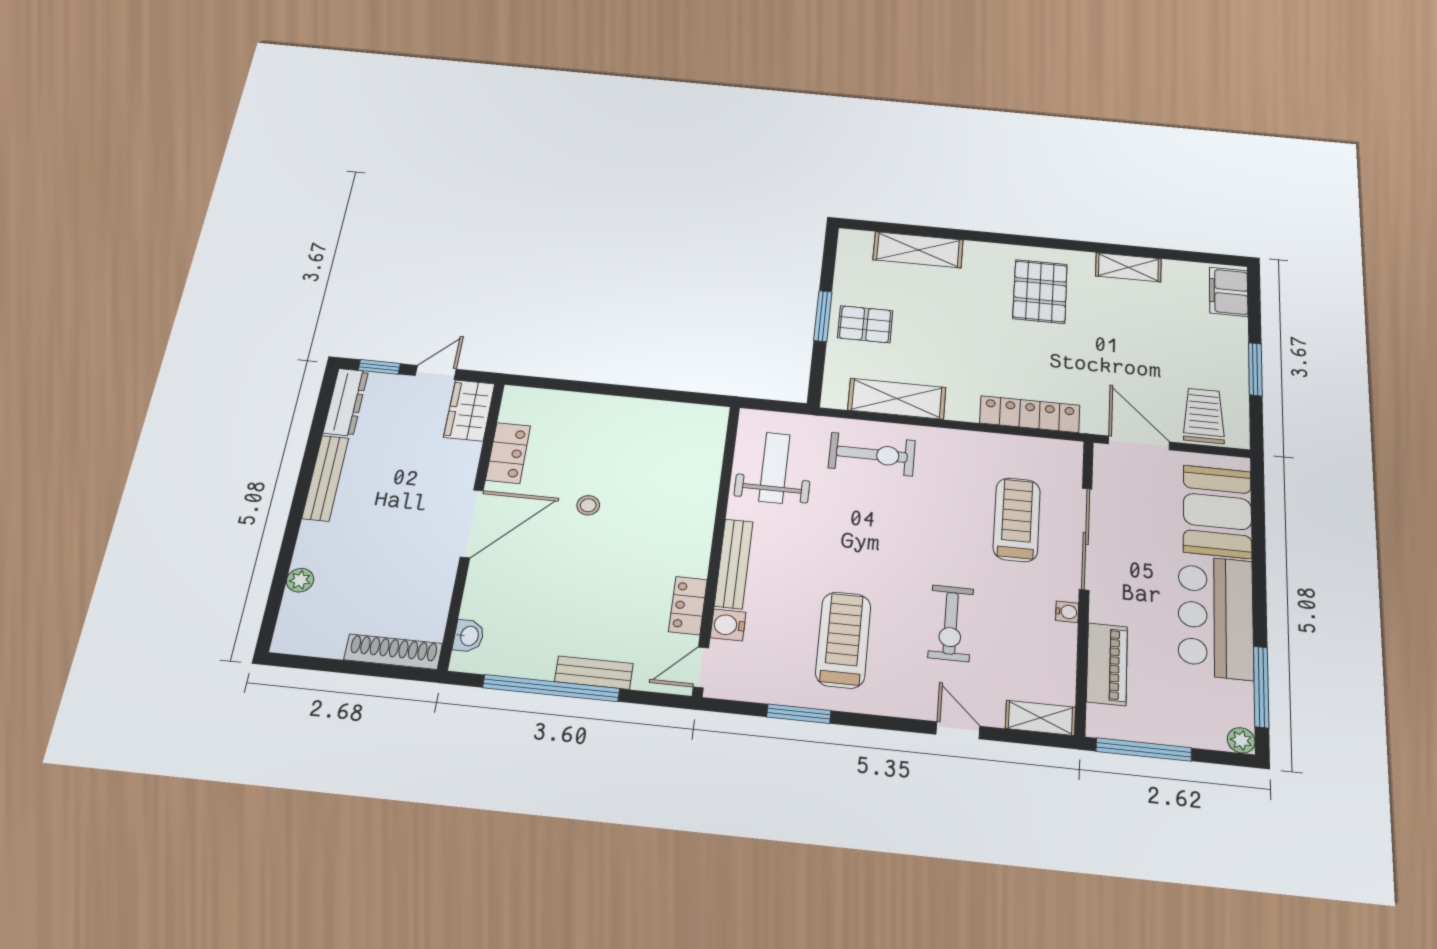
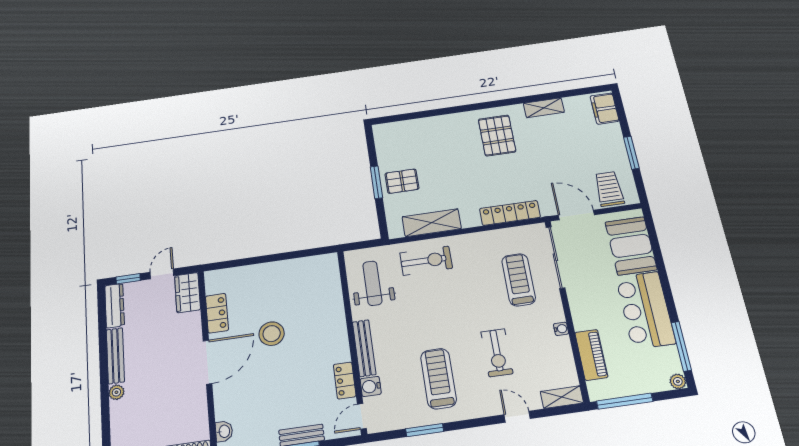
shelving: (918, 250) -> (421, 127), removed
stool: (588, 505) -> (272, 334), width x1.89, depth x1.89
sliding door: (1086, 539) -> (555, 257), moved
plant: (300, 580) -> (116, 392), moved

